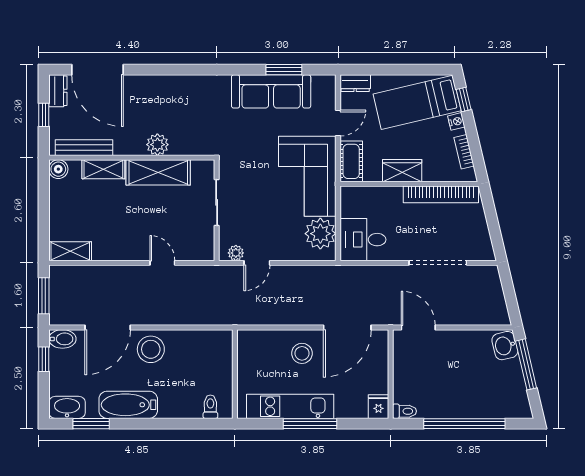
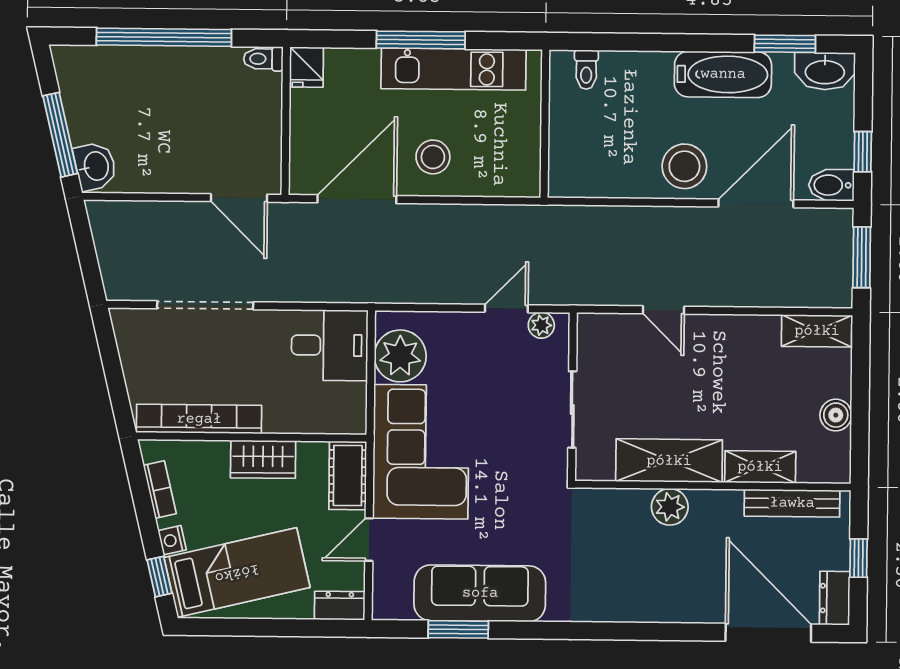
boiler: (58, 169) -> (836, 415), moved

